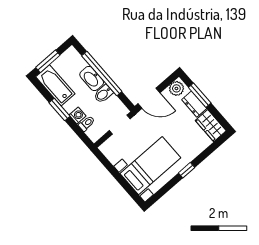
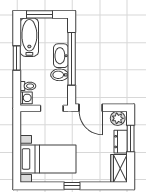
washing machine: (78, 116) -> (26, 98), moved

